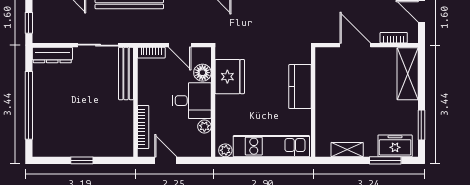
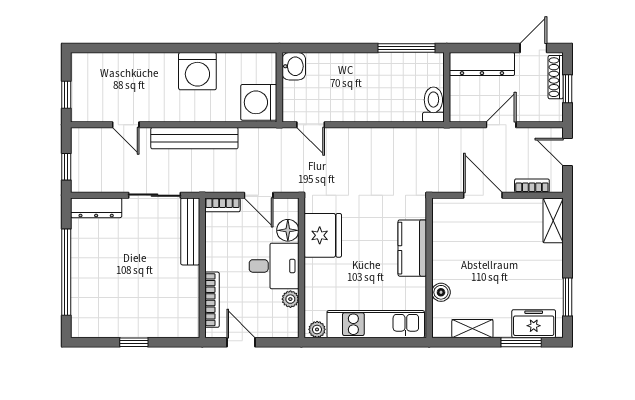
shelving: (408, 74) -> (553, 221), width x0.67, depth x0.75
boiler: (322, 121) -> (441, 292), added

